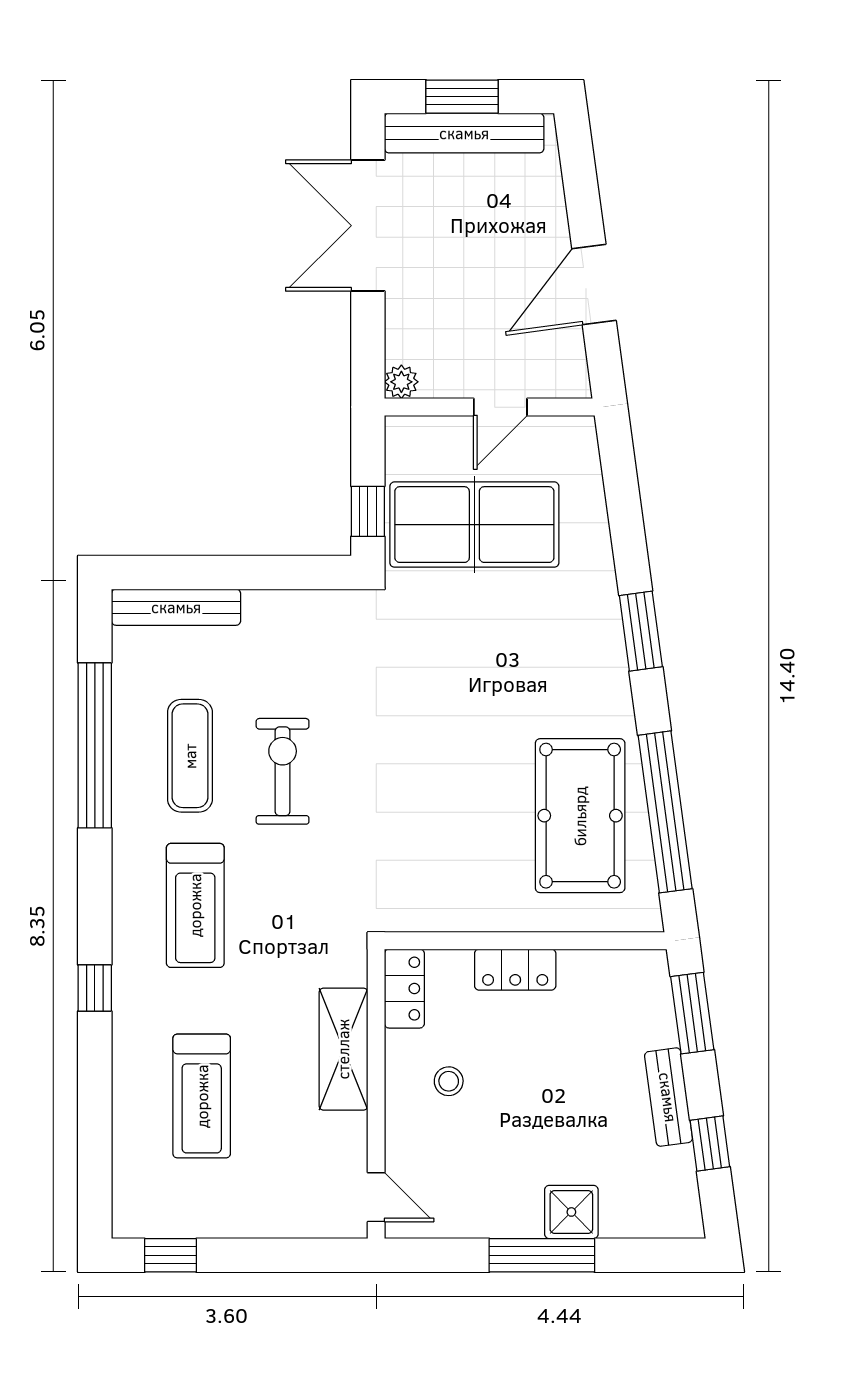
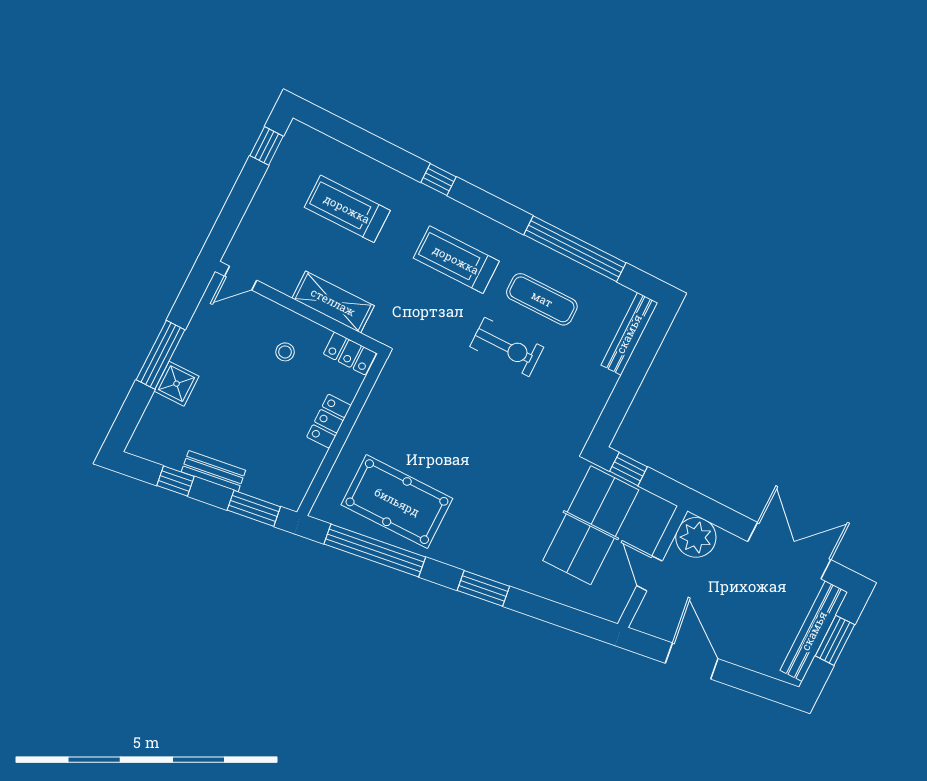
plant: (401, 382) -> (696, 537), width x1.87, depth x1.87

